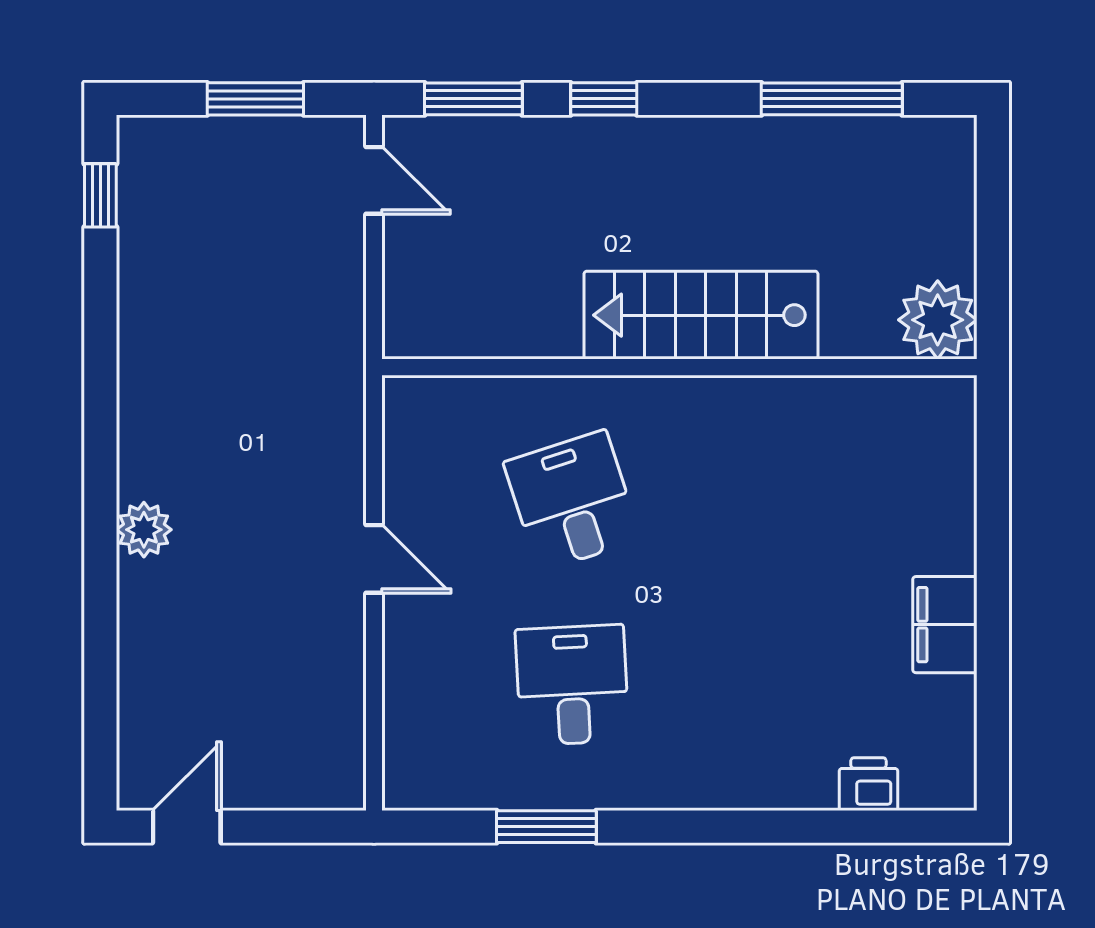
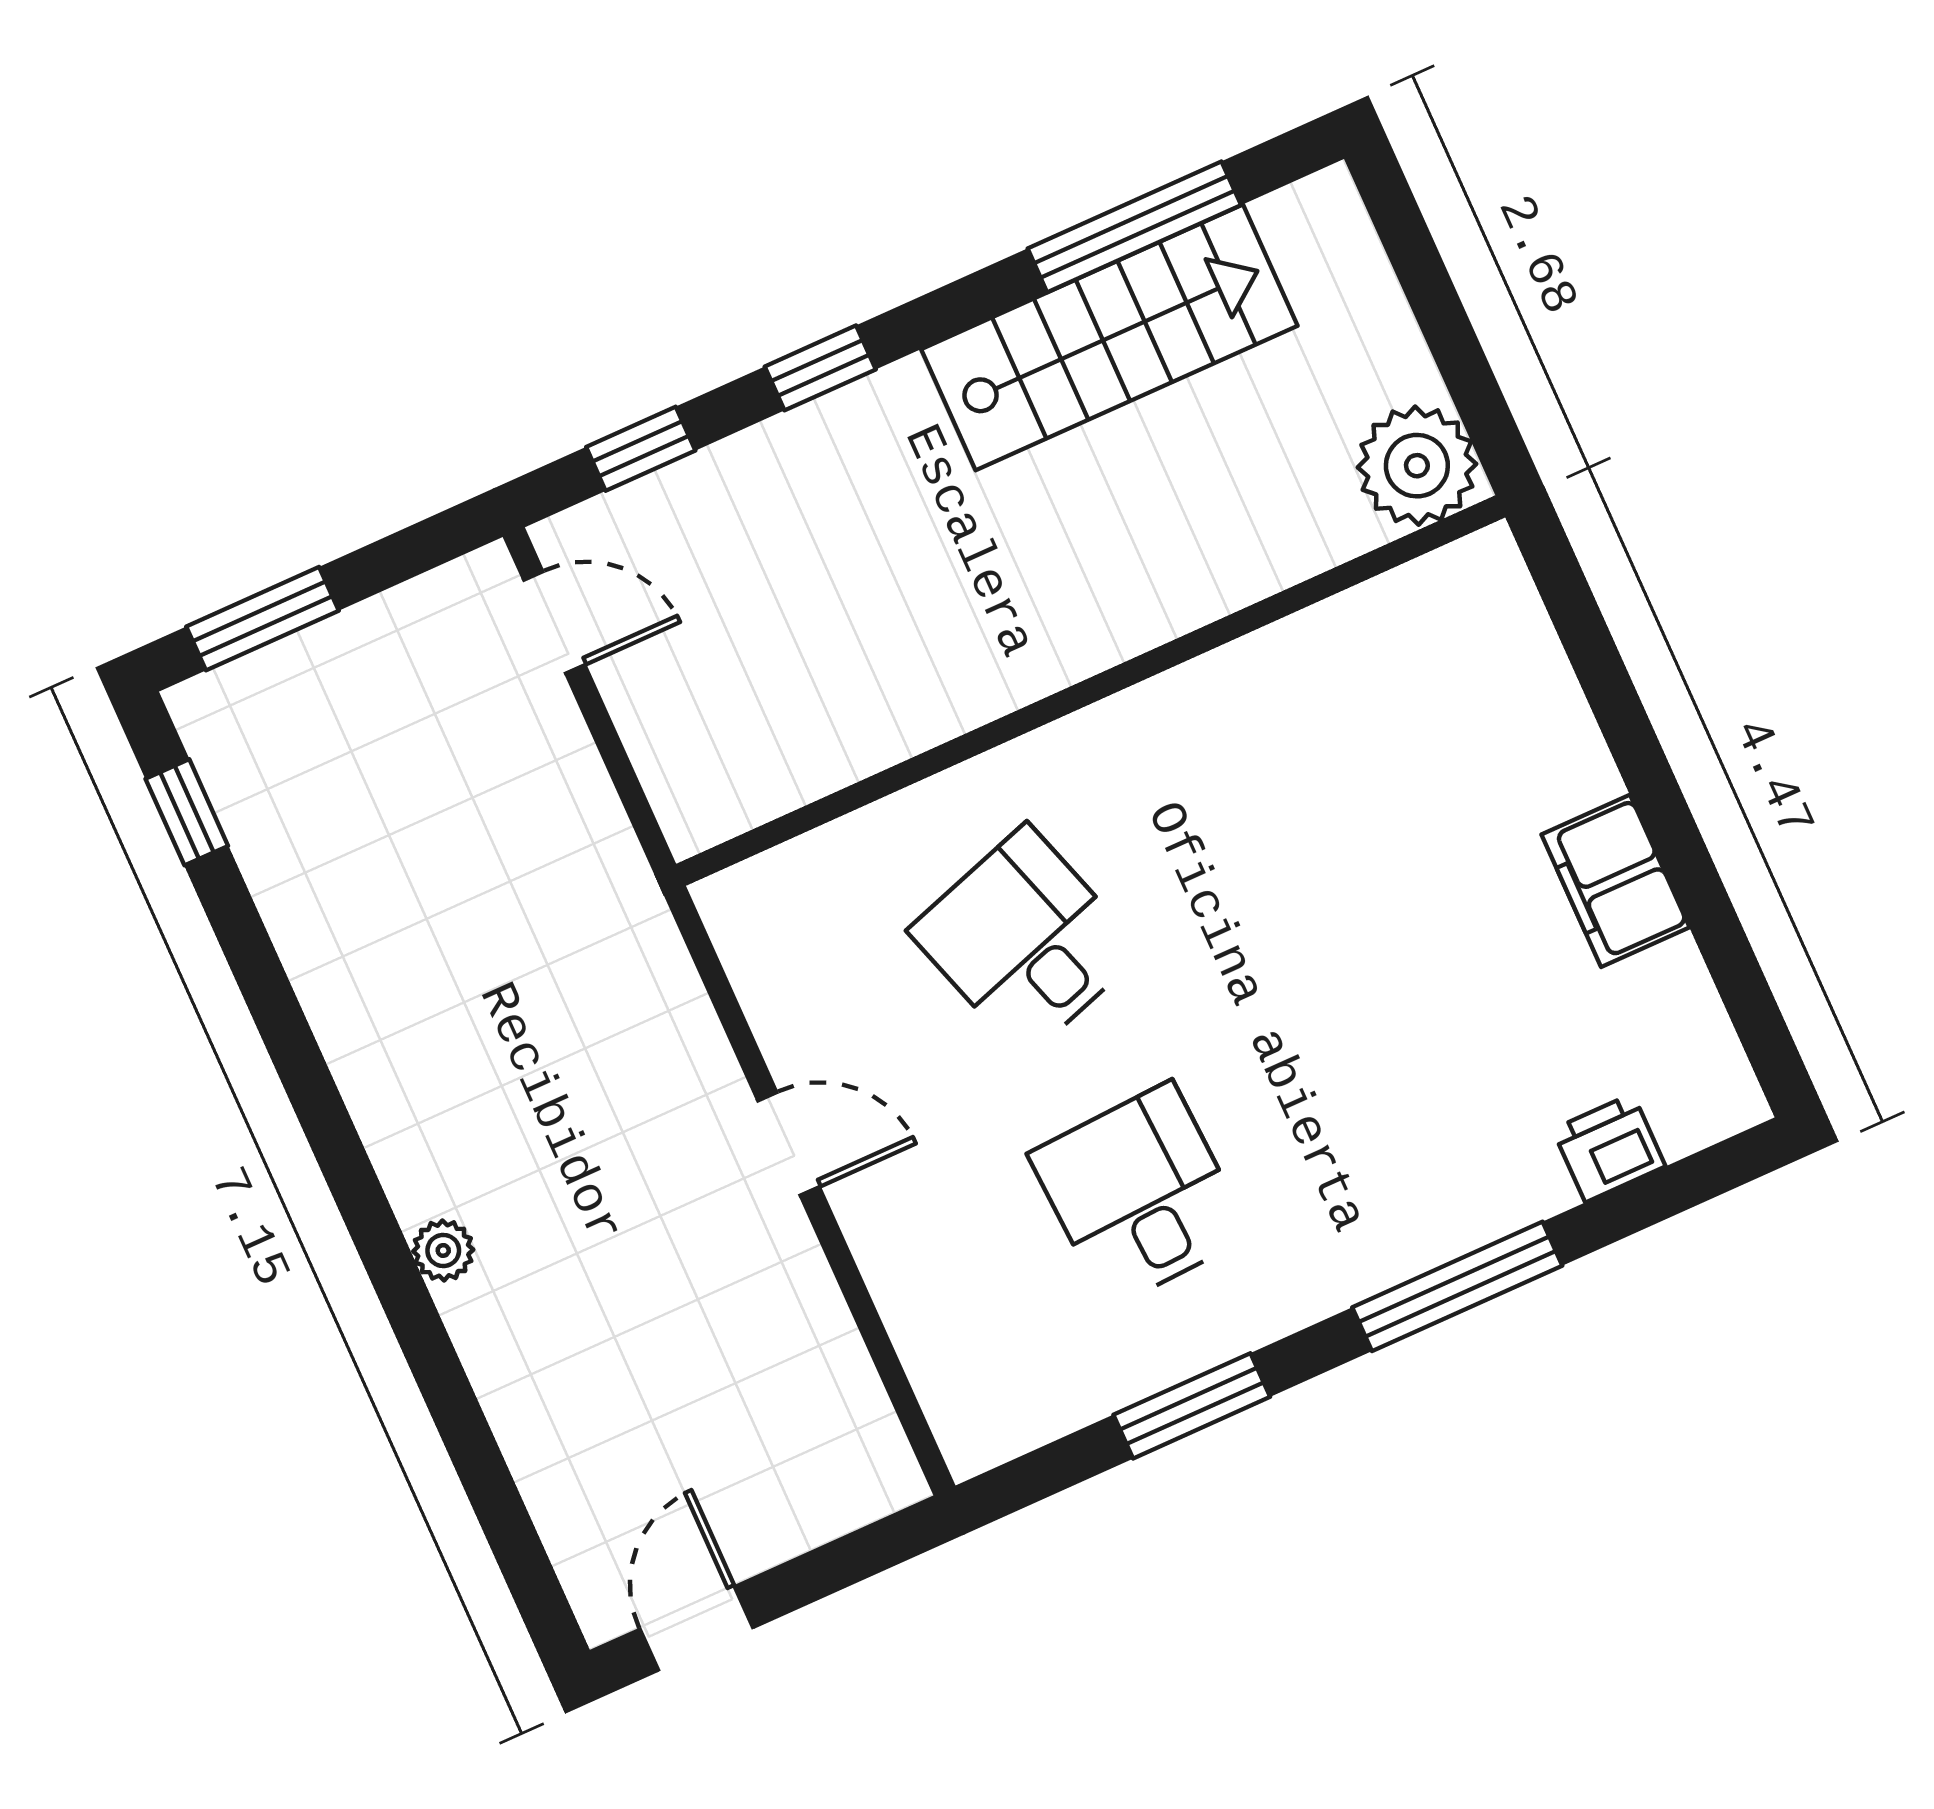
window: (255, 99) -> (263, 619), moved
window: (473, 99) -> (641, 449), width x0.67
stairs: (701, 315) -> (1109, 337), moved, turned 180
plant: (144, 530) -> (443, 1250), width x0.73, depth x0.73
window: (739, 827) -> (1457, 1286), added

